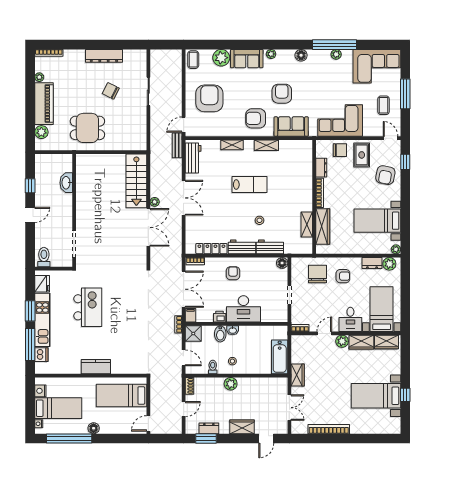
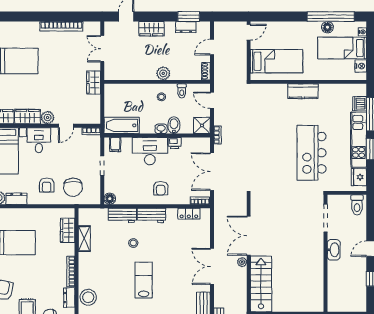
stool: (303, 168) -> (88, 297), added
washbasin: (66, 183) -> (334, 250), moved
lab bench: (250, 185) -> (144, 280), turned 90
wardrobe: (323, 227) -> (68, 230), width x0.67
locker: (211, 249) -> (189, 214), width x0.66
armchair: (343, 276) -> (47, 185), turned -90
kitchen island: (88, 307) -> (312, 153), width x1.37
filing cabinet: (191, 315) -> (115, 145), moved
bathtub: (280, 357) -> (122, 125), moved, turned -90
floor lamp: (94, 428) -> (327, 27), moved

